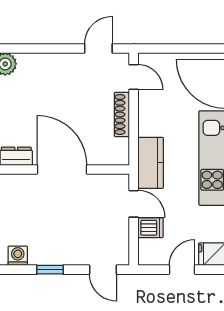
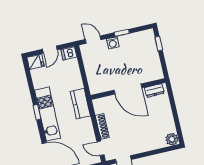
door: (134, 204) -> (84, 79), removed
dishwasher: (150, 228) -> (69, 53), moved
washing machine: (18, 256) -> (113, 43), moved

